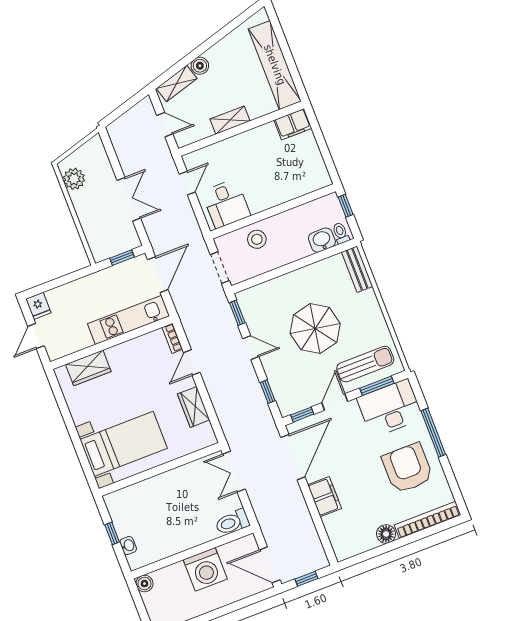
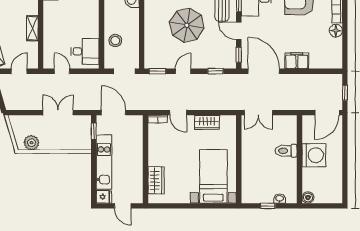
kitchen unit: (129, 320) -> (104, 162), moved, turned 180
toilet: (232, 522) -> (286, 151), moved, turned 90

